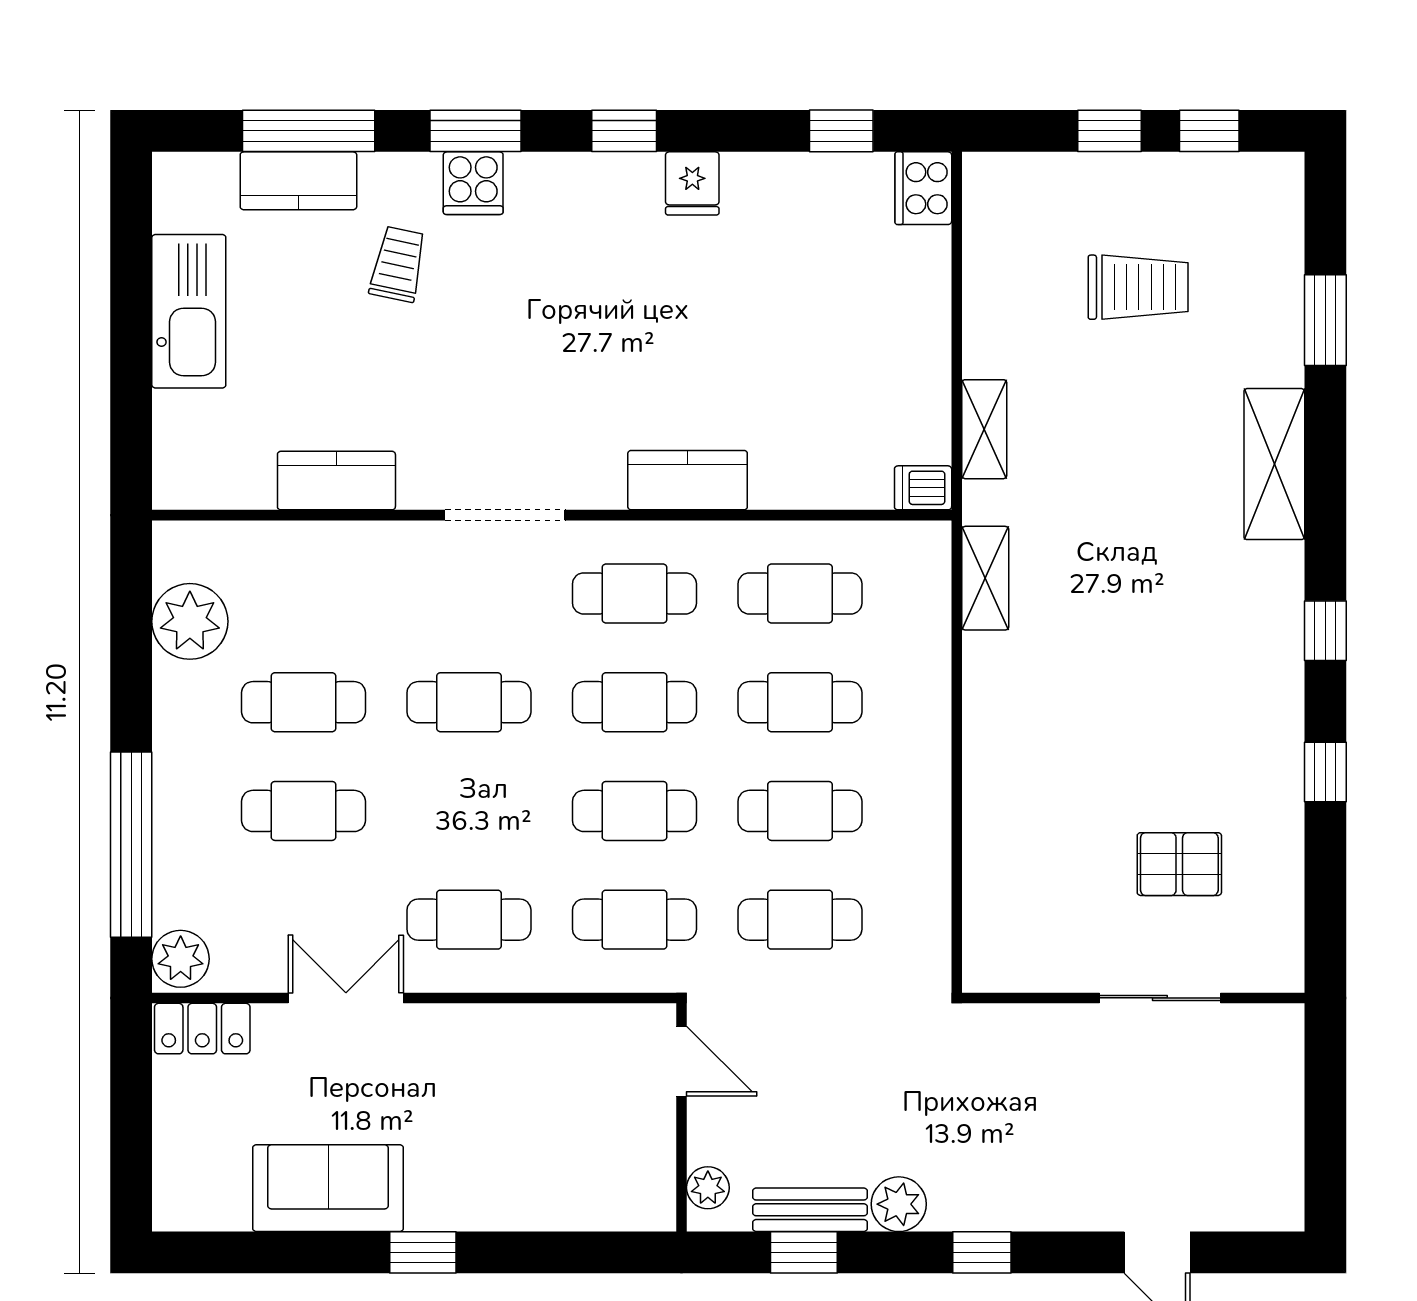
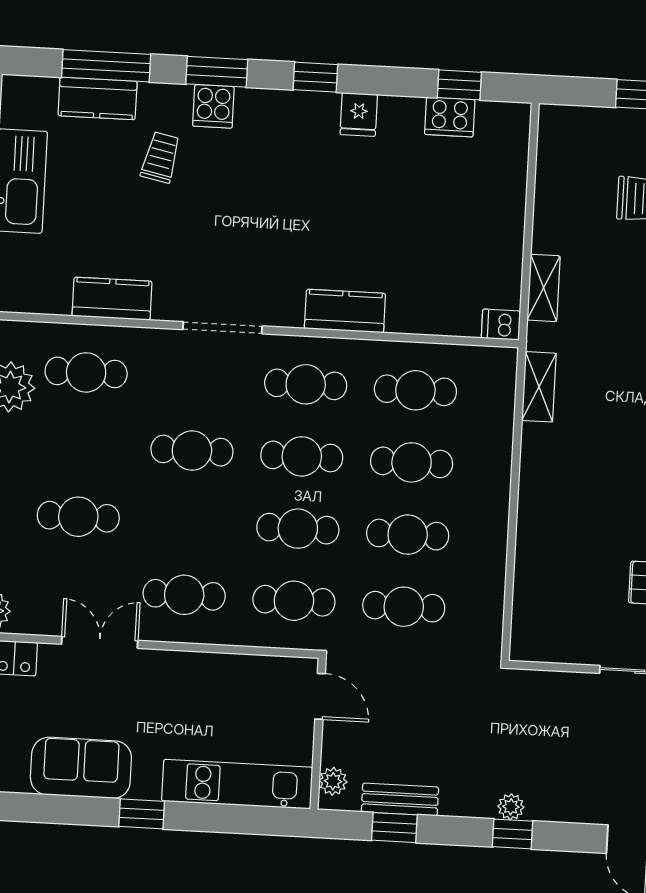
cooker: (923, 188) -> (450, 117), moved, turned -90
cafe table: (303, 702) -> (86, 372), moved
kitchen unit: (564, 1200) -> (237, 784), added
plant: (899, 1204) -> (511, 807), moved, width x0.73, depth x0.73

